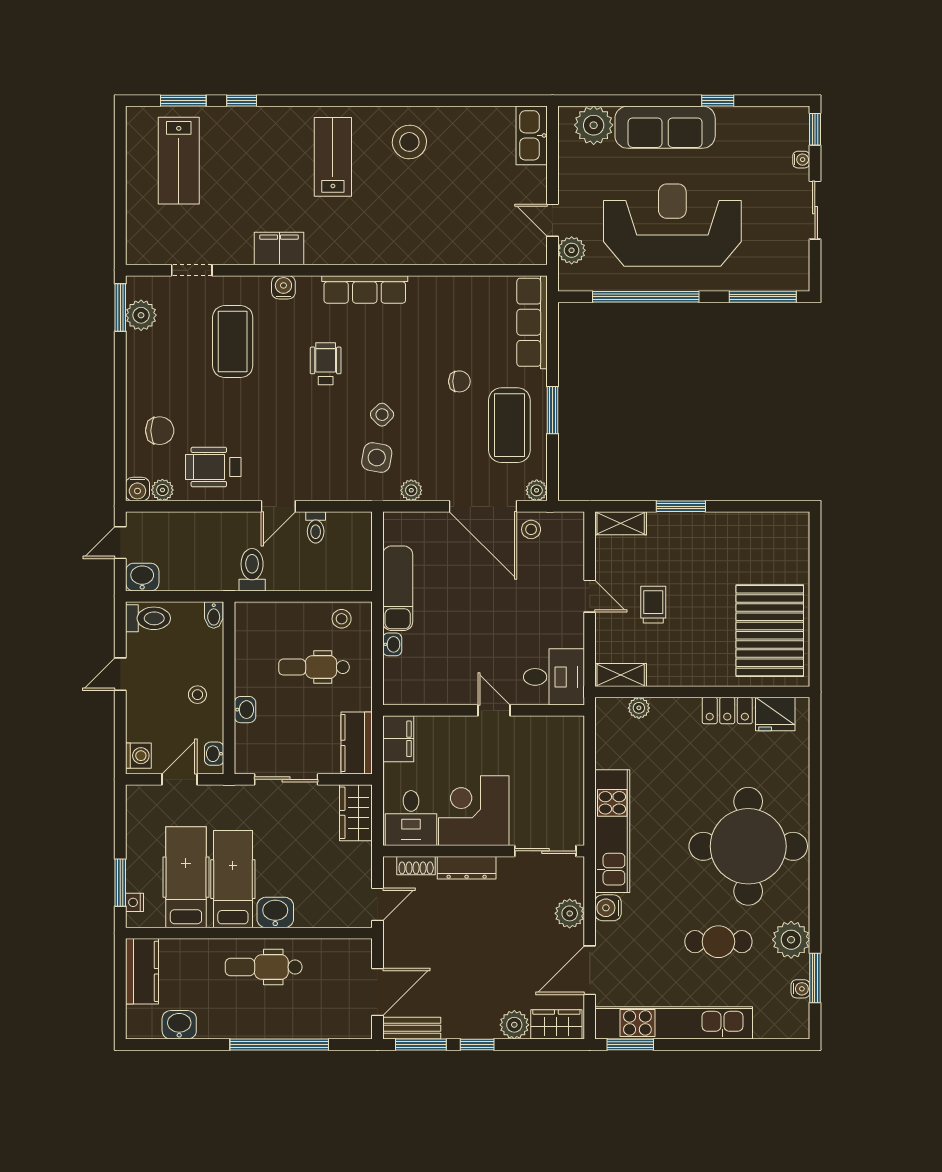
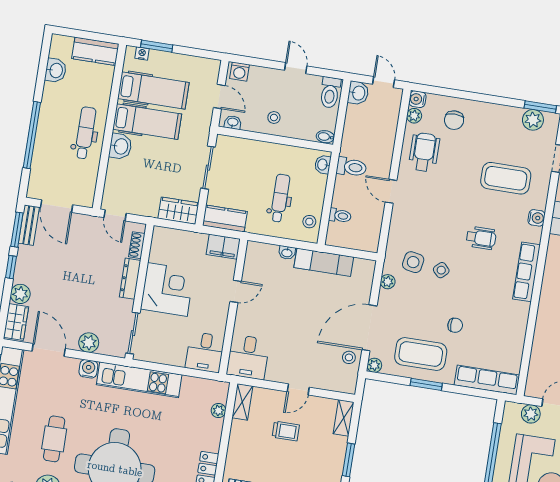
chair: (459, 381) -> (455, 325), turned -90
toilet: (316, 527) -> (340, 216), moved, turned 180
washbasin: (245, 710) -> (323, 165), moved, turned 90
door: (494, 710) -> (236, 291), moved
desk: (411, 818) -> (205, 352), moved, turned -90

